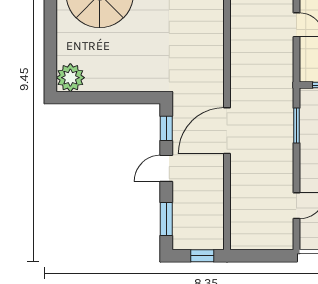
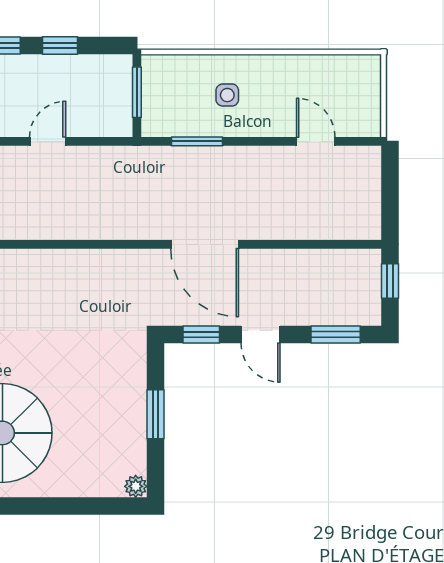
plant: (70, 78) -> (136, 486), width x0.53, depth x0.53
window: (112, 98) -> (156, 414), added

